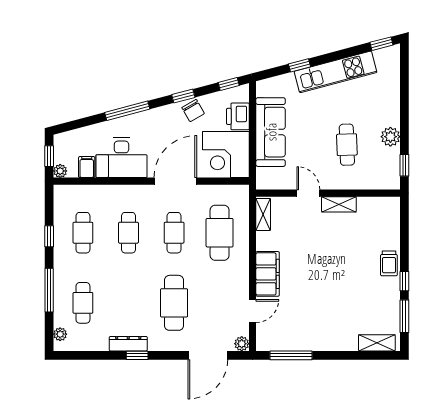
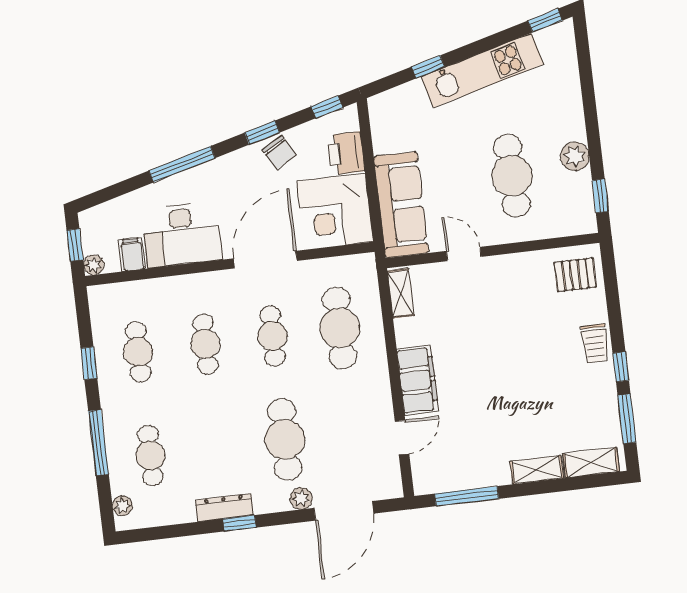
sofa: (271, 132) -> (401, 205), moved
cafe table: (347, 145) -> (512, 176), width x1.37, depth x1.35
shelving: (339, 204) -> (537, 470), moved
pallet: (381, 216) -> (575, 275), added
plant: (242, 344) -> (301, 499), moved

